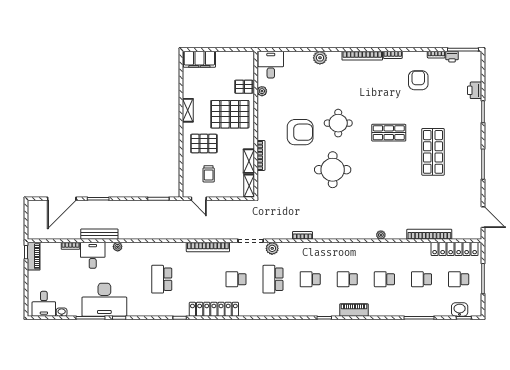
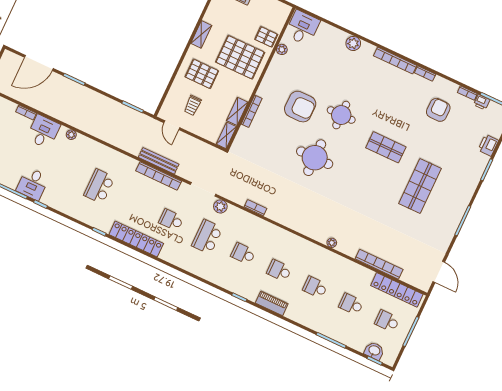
bench: (99, 234) -> (159, 161), moved
desk: (104, 300) -> (33, 184), width x0.53, depth x0.77

